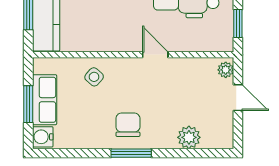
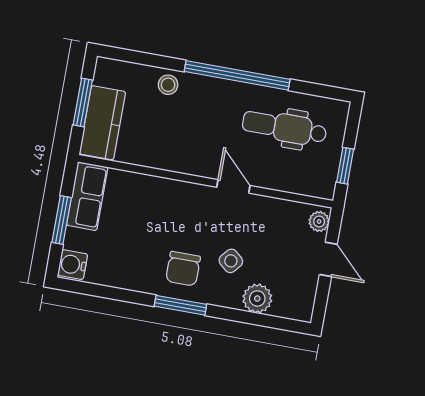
side table: (94, 77) -> (231, 261), moved
row of seats: (45, 100) -> (87, 196), moved
chair: (128, 125) -> (183, 269), turned 180

